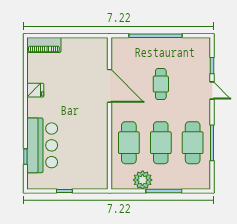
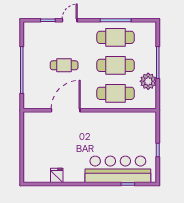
piano: (44, 45) -> (30, 168), removed
fridge: (35, 90) -> (57, 175), moved
bar counter: (42, 145) -> (118, 169), width x1.36

